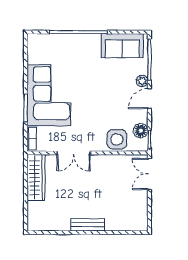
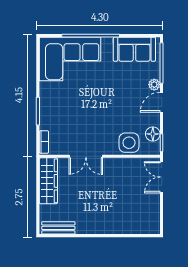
corner sofa: (49, 95) -> (70, 59), moved, turned 90
bench: (88, 225) -> (58, 228), moved

